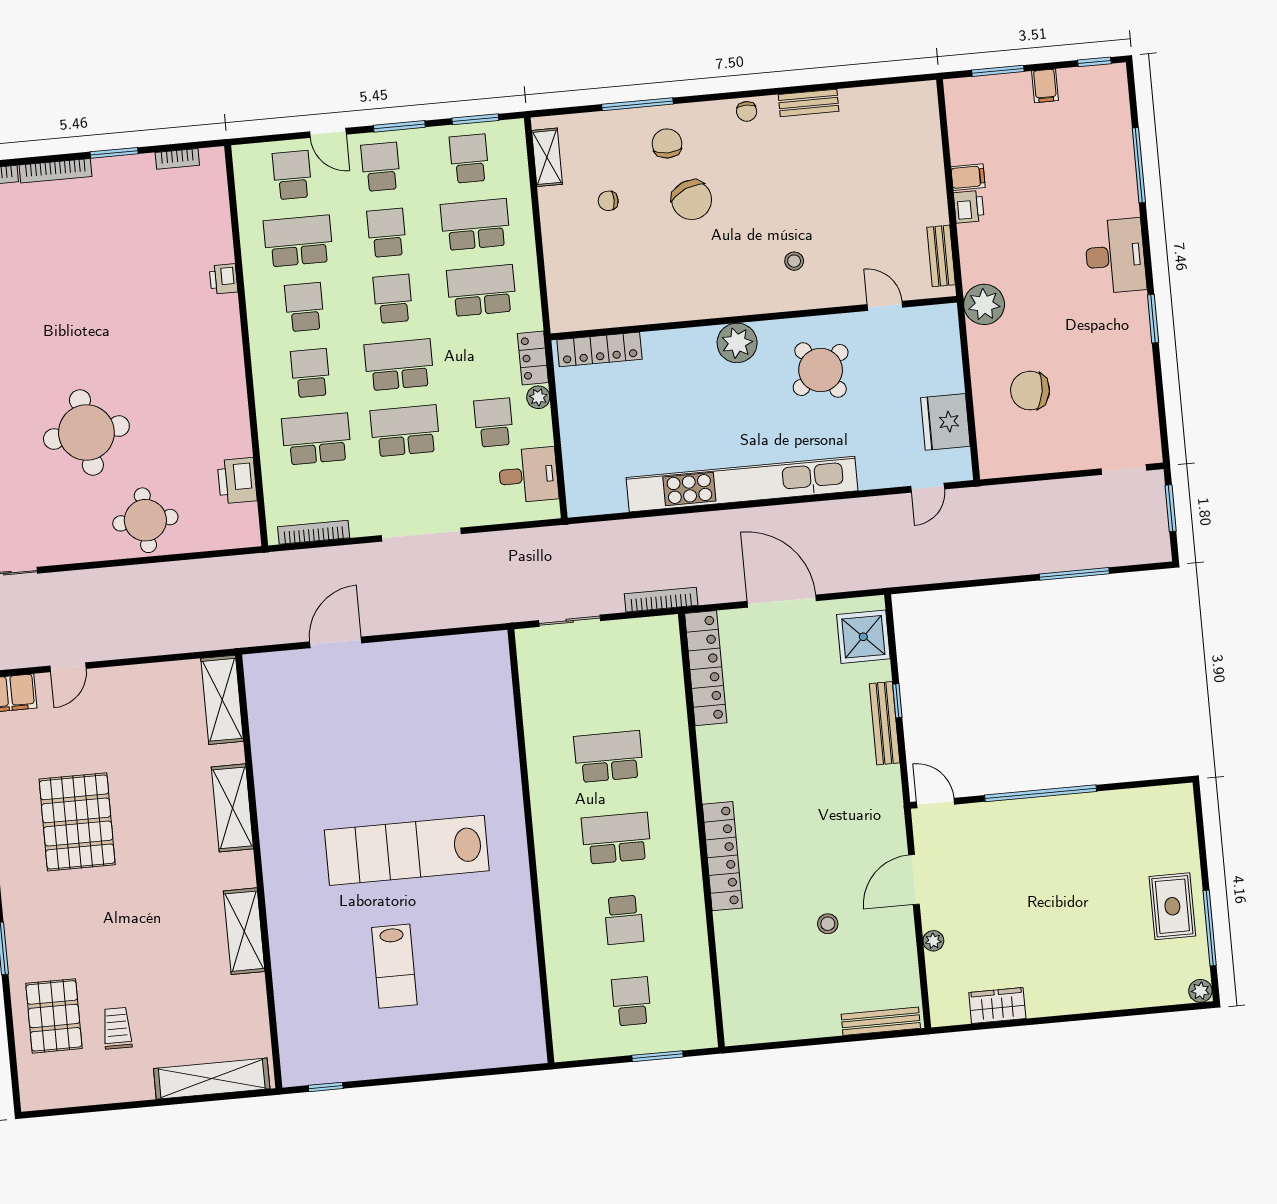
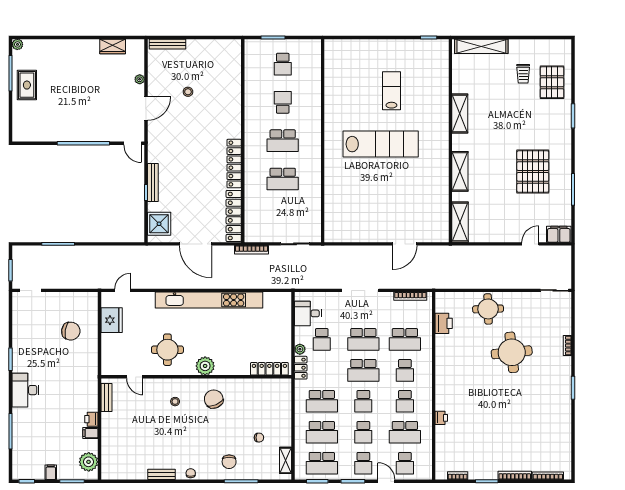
school desk: (469, 159) -> (322, 463), width x1.85
chair: (692, 200) -> (214, 399), moved
plant: (984, 304) -> (89, 462), moved
round table: (821, 370) -> (167, 350), turned 37
locker: (722, 856) -> (234, 164), moved

